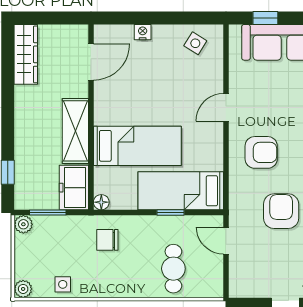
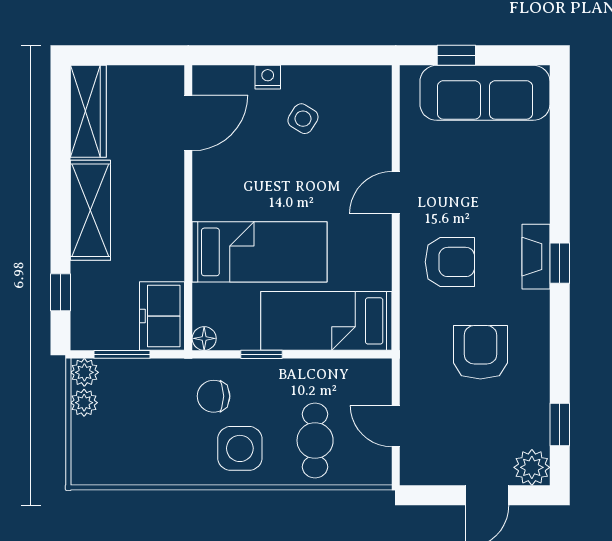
side table: (195, 43) -> (303, 119), moved
shelving: (75, 131) -> (90, 210), moved
window: (171, 213) -> (262, 354), moved
door: (226, 241) -> (396, 426), moved
side table: (63, 284) -> (240, 448), moved, width x1.87, depth x1.87
plant: (23, 289) -> (84, 403), moved

